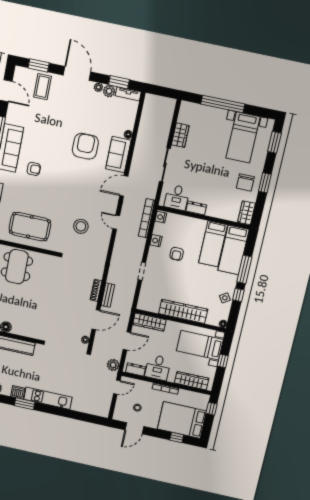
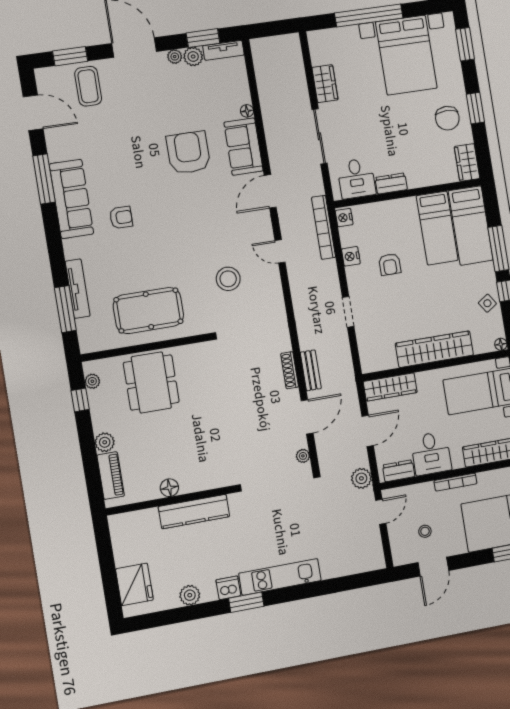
bed with nightstands: (243, 137) -> (406, 55), width x1.36

